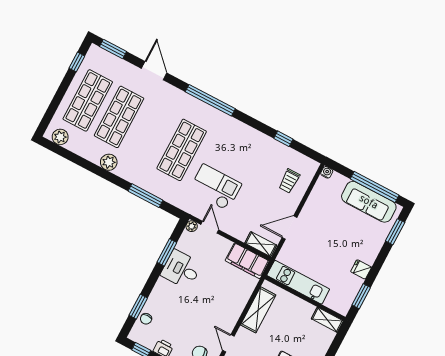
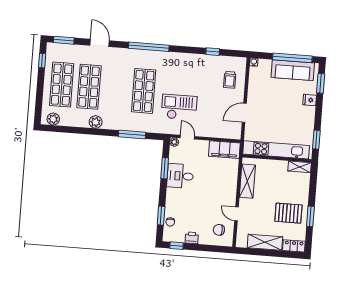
shelving: (261, 244) -> (229, 134), removed
fridge: (361, 269) -> (310, 100), moved
kitchen unit: (298, 282) -> (276, 150), width x1.36

